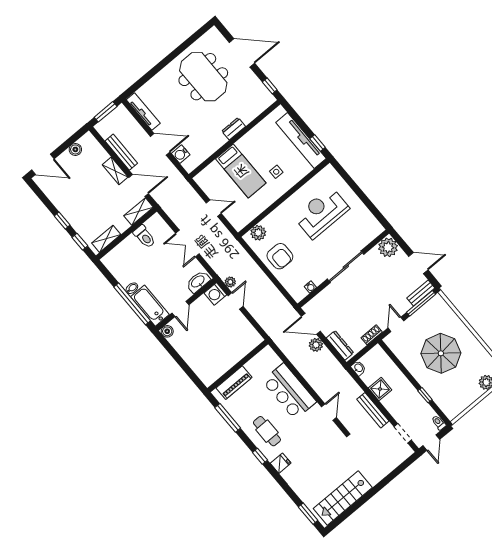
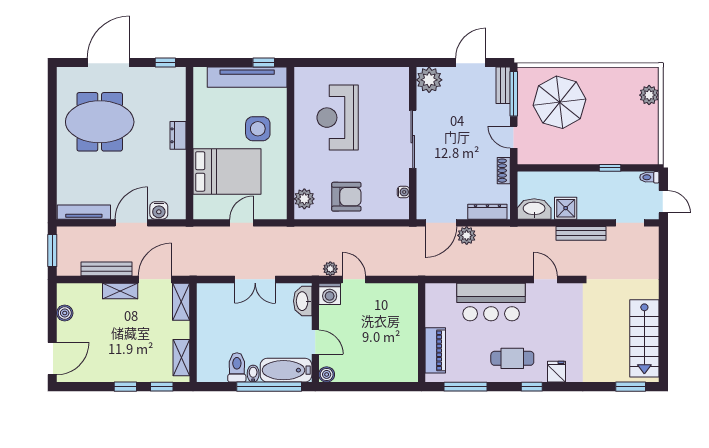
bed: (241, 171) -> (227, 171), width x1.50
side table: (276, 172) -> (258, 129), width x1.87, depth x1.87
toilet: (144, 237) -> (237, 367), moved, turned -90
parasol: (441, 353) -> (559, 102), moved
washbasin: (358, 368) -> (534, 209), width x1.91, depth x1.45

